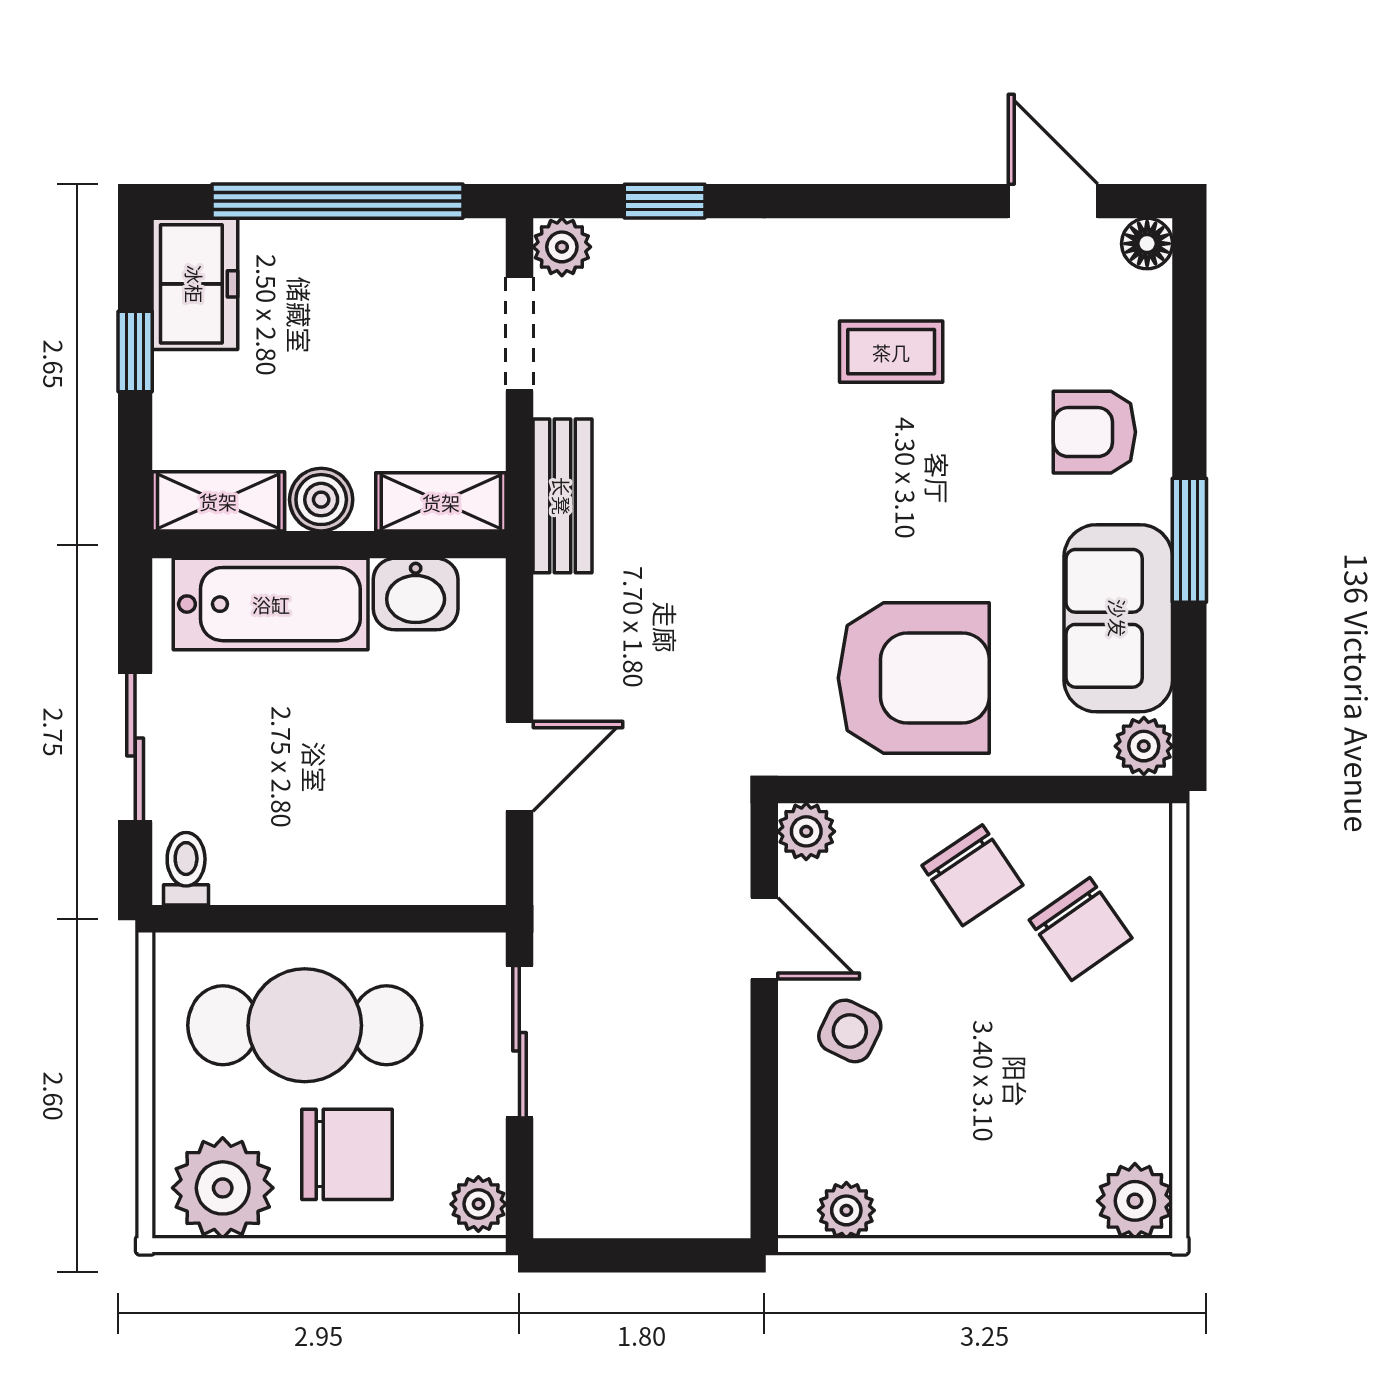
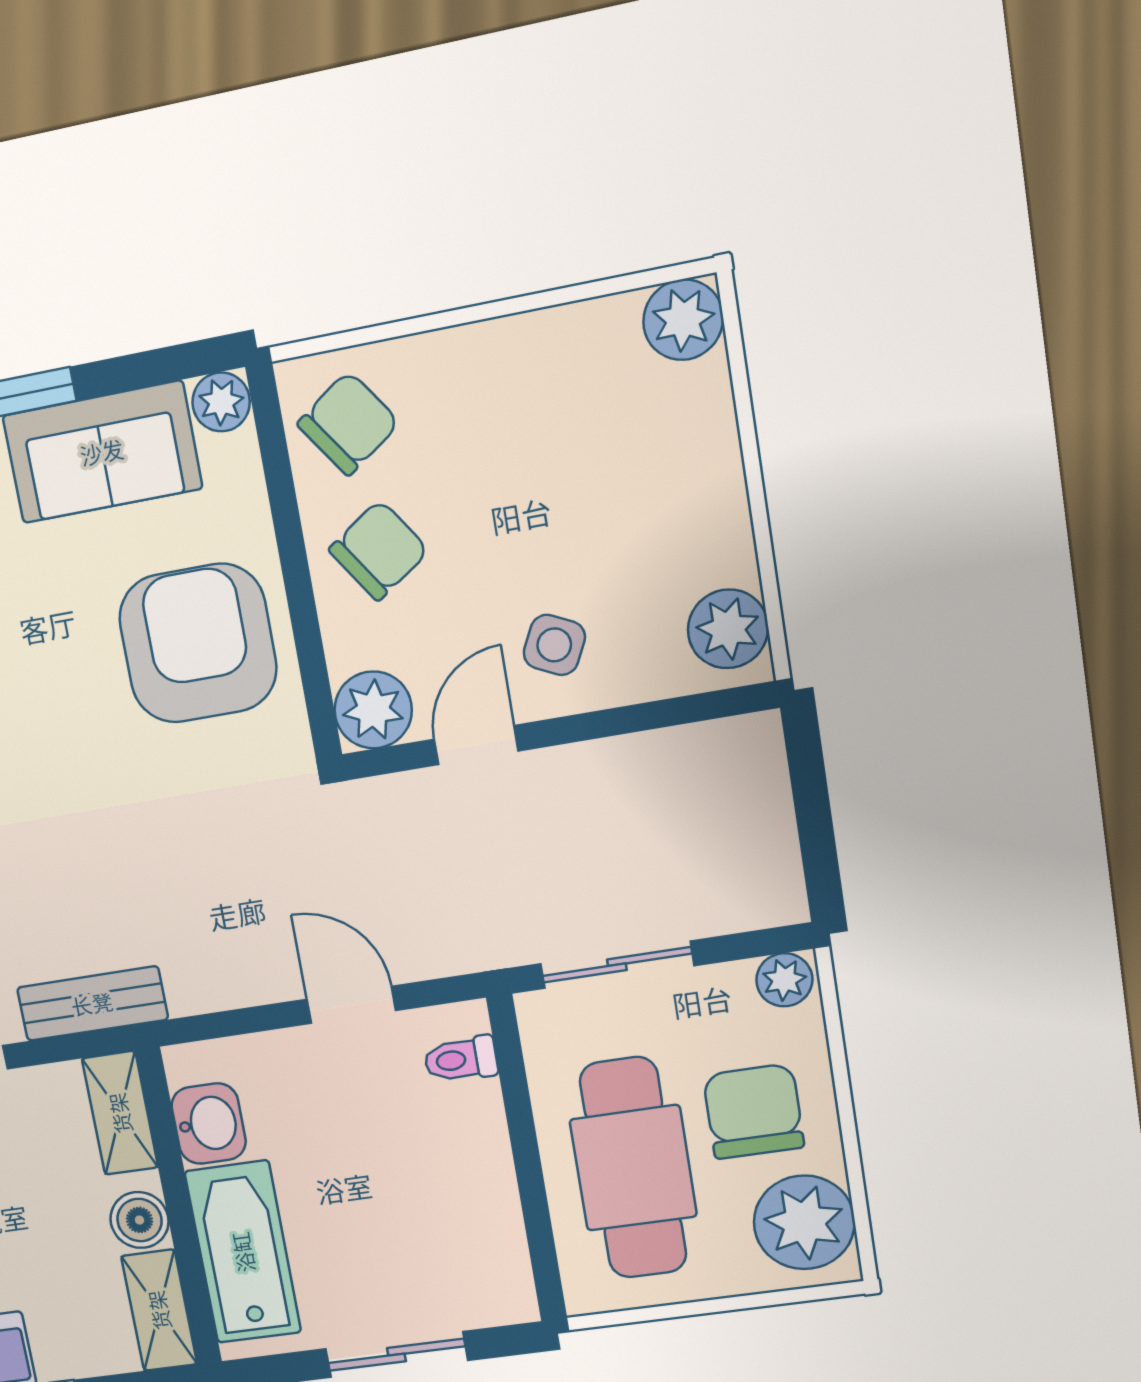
plant: (806, 831) -> (373, 710), width x1.38, depth x1.38
toilet: (186, 869) -> (461, 1059), moved
chair: (1081, 929) -> (348, 423), moved
plant: (846, 1210) -> (728, 629), width x1.38, depth x1.38

